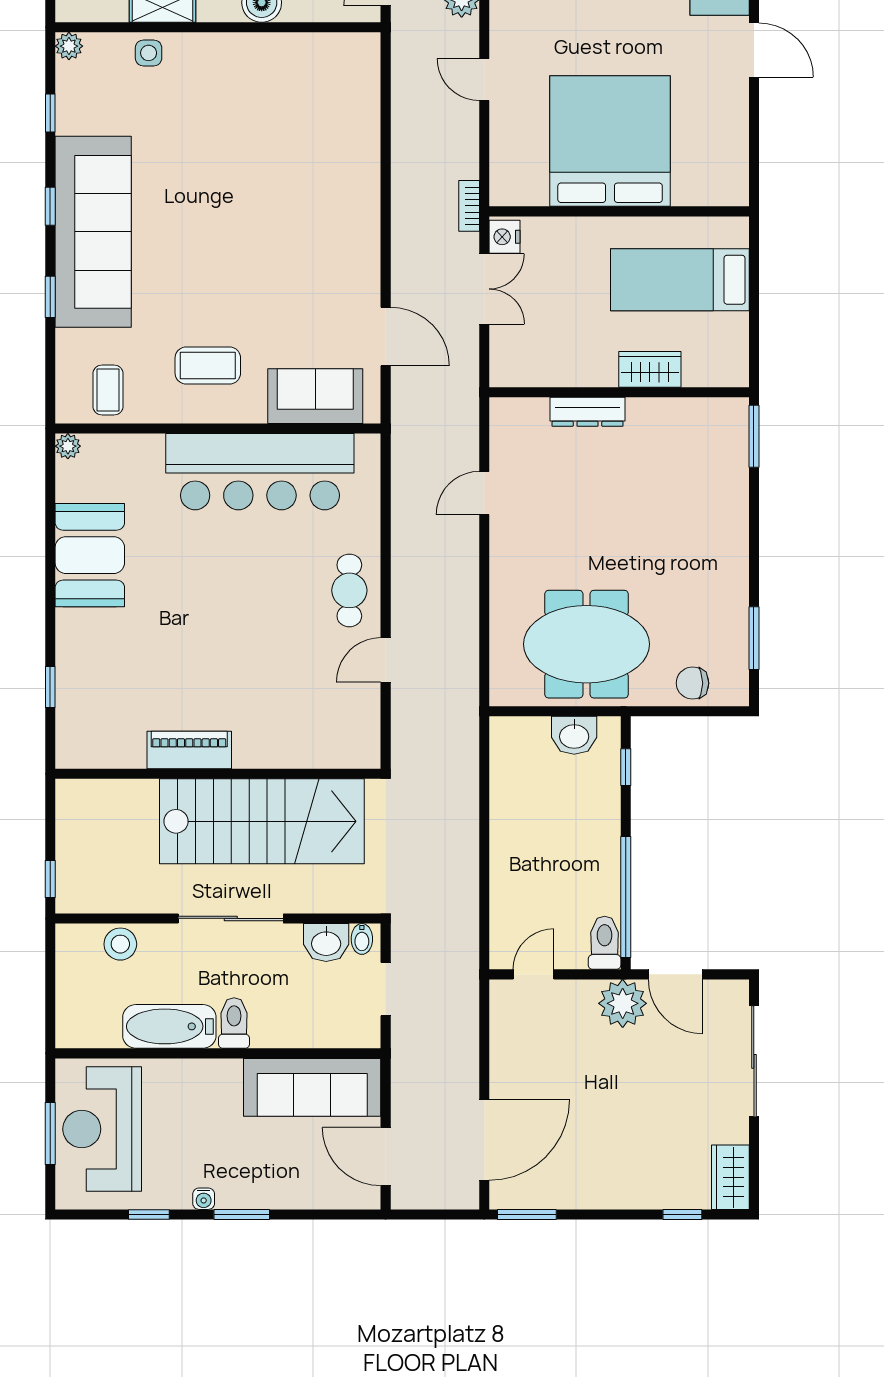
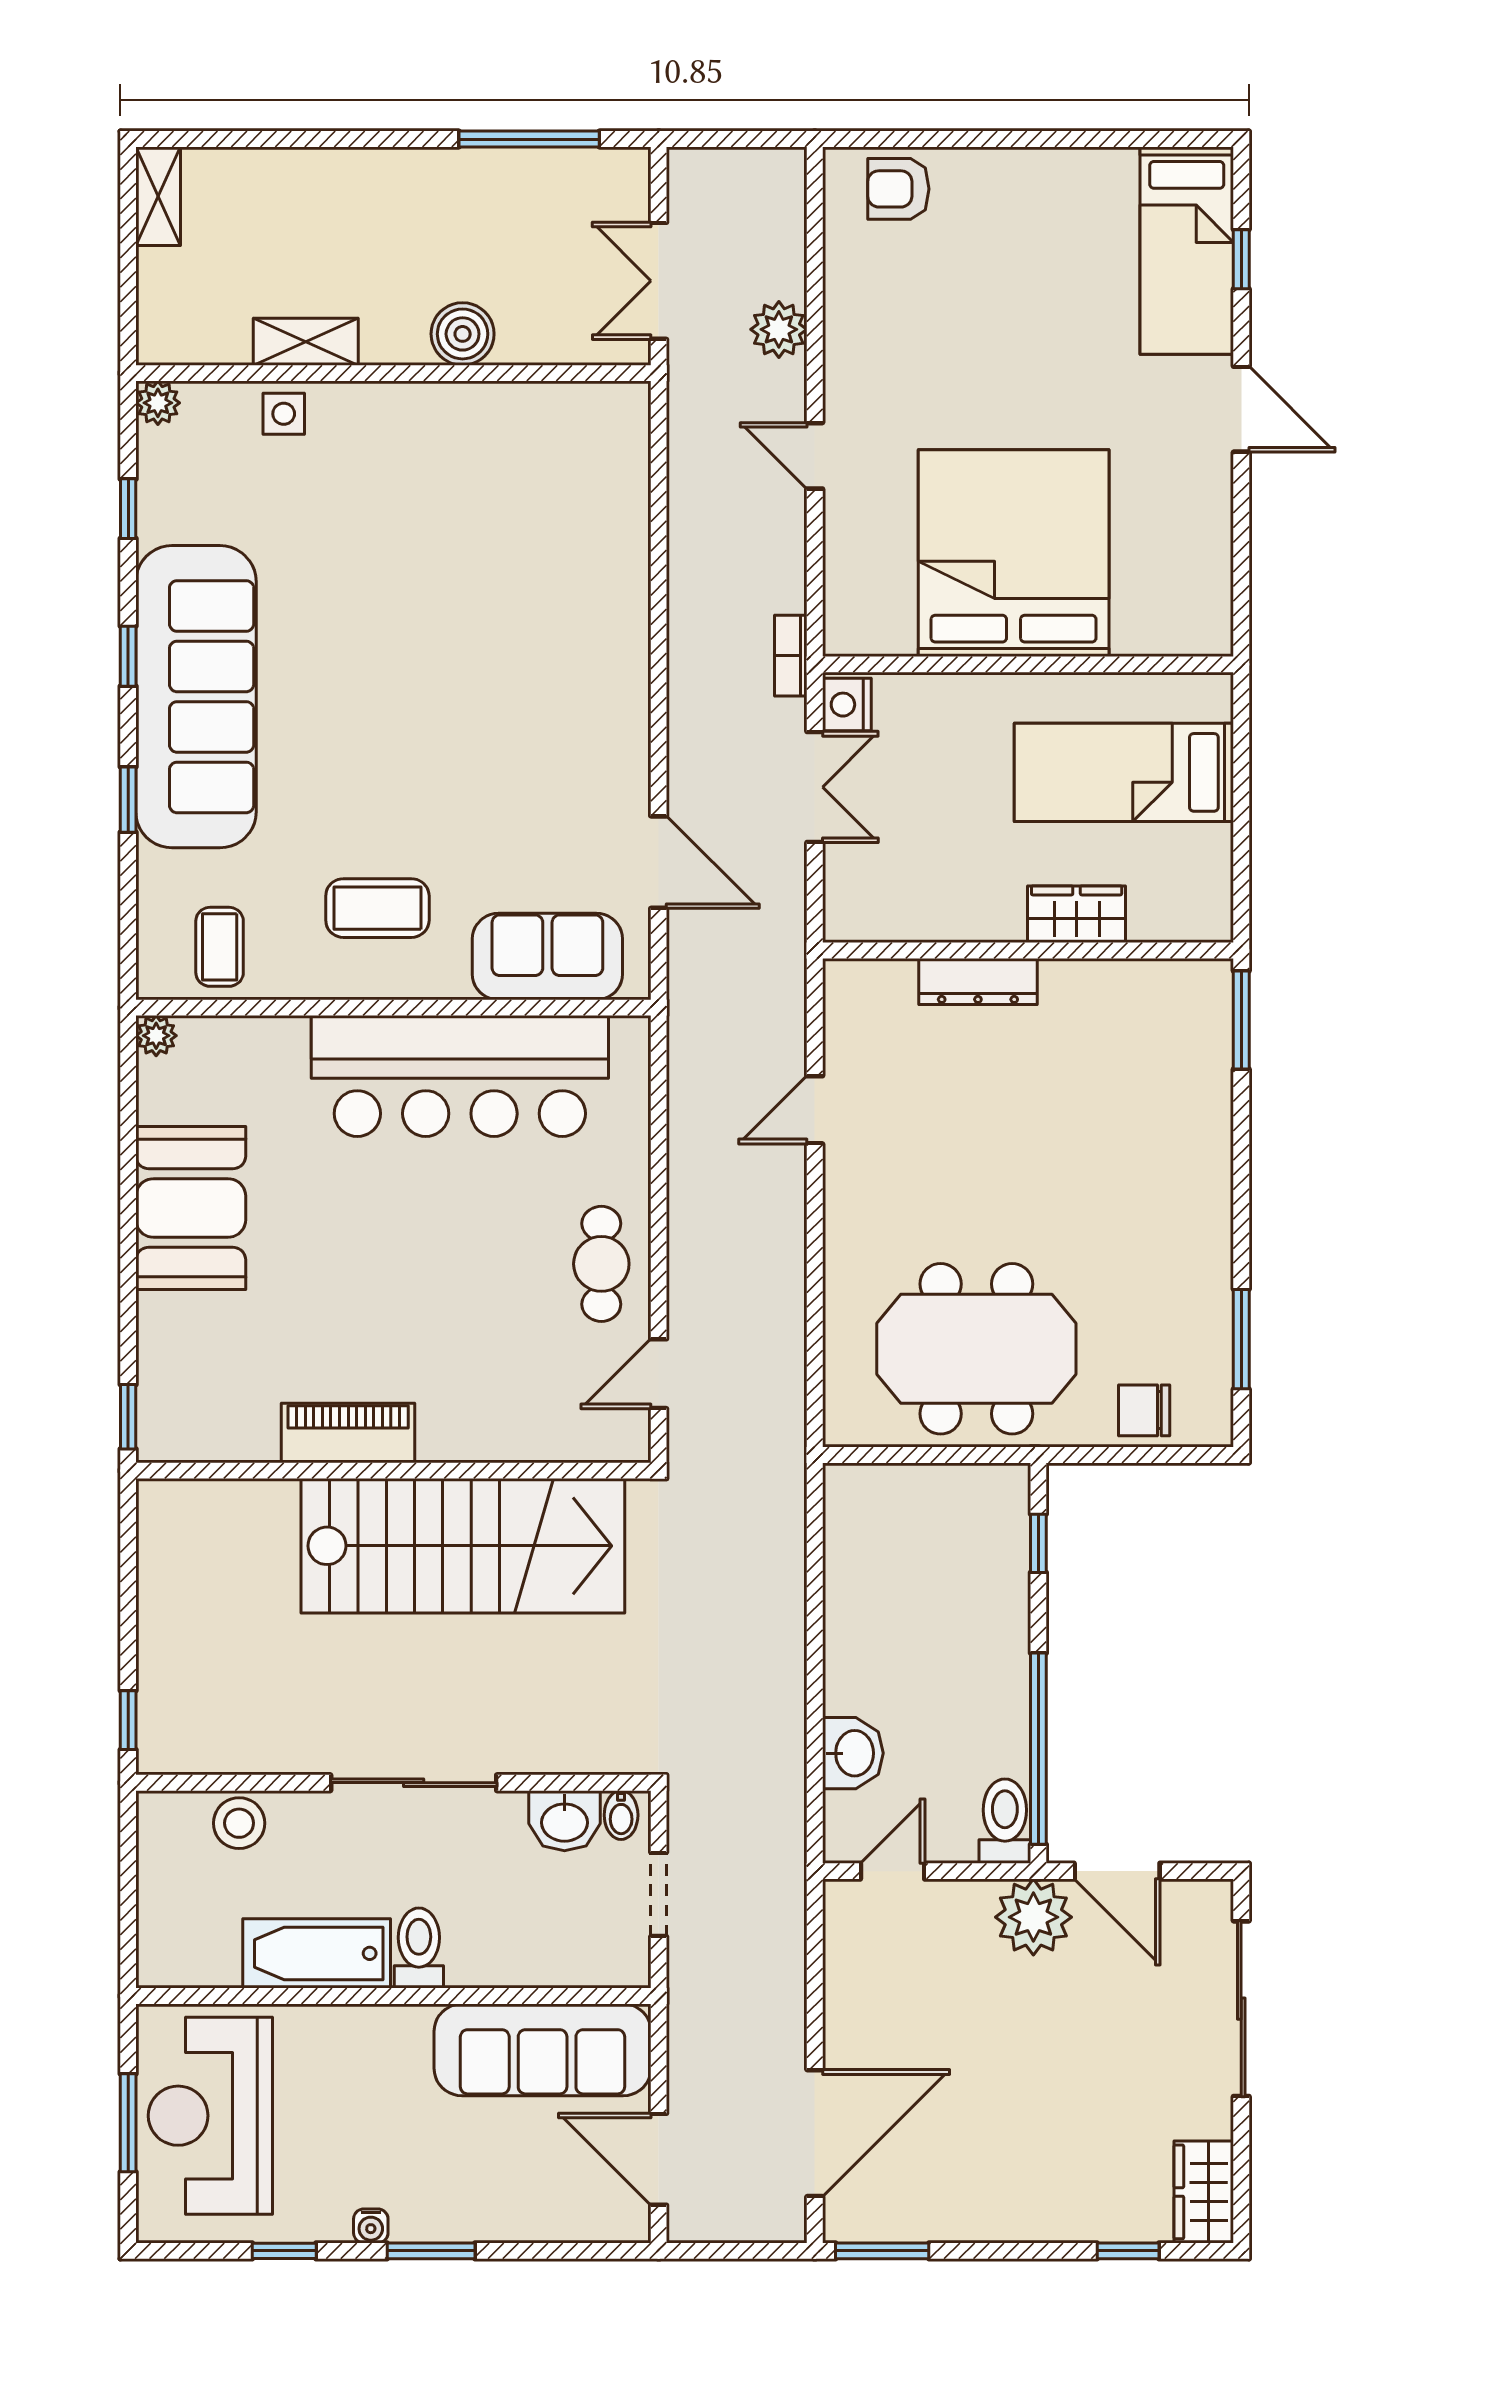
washbasin: (574, 735) -> (853, 1753), moved, turned -90
piano: (189, 750) -> (348, 1433), moved
wall: (218, 774) -> (393, 1471), moved
stairs: (262, 821) -> (463, 1546), moved

